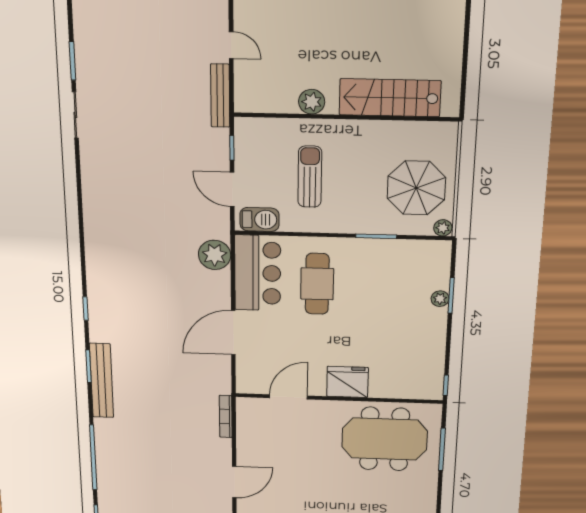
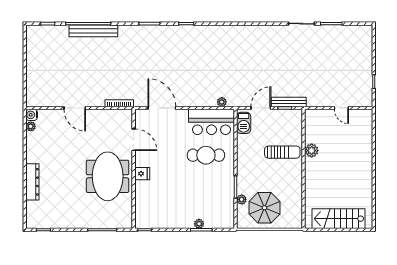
door: (231, 45) -> (341, 108), hinge flipped
bench: (220, 96) -> (289, 102), moved
stairs: (390, 98) -> (338, 219), moved, turned -90
sun lounger: (310, 177) -> (282, 152), moved
plant: (443, 228) -> (242, 199), moved
plant: (215, 255) -> (222, 102), width x0.53, depth x0.53
door: (233, 333) -> (162, 108), moved
bench: (101, 381) -> (93, 31), moved
fridge: (347, 382) -> (142, 174), width x0.53, depth x0.75
meeting table: (384, 439) -> (108, 176), moved

